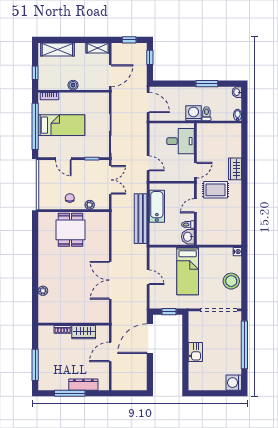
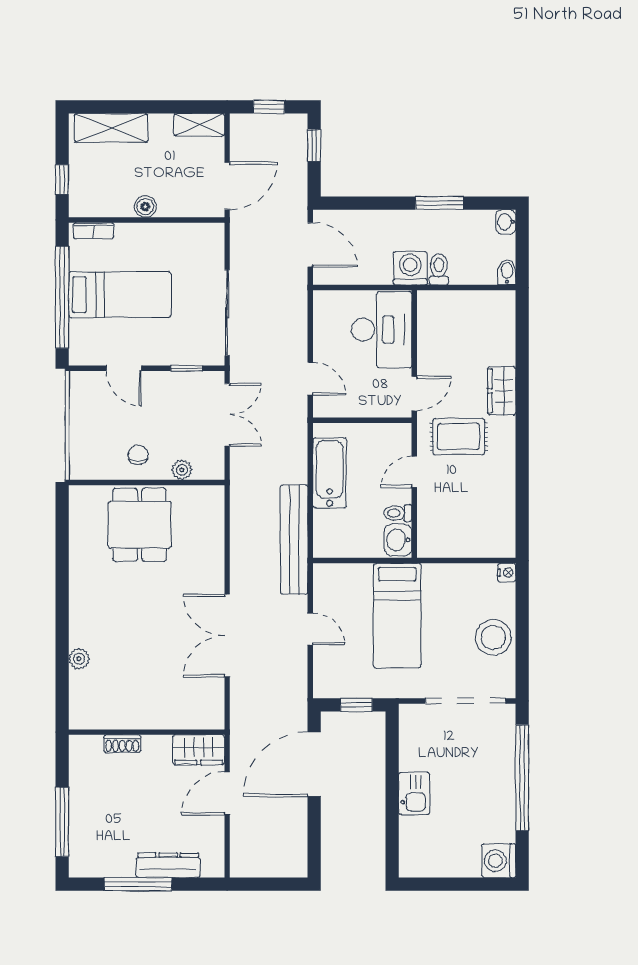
desk: (180, 141) -> (382, 330), width x1.37
bench: (141, 219) -> (294, 539), moved
wardrobe: (84, 332) -> (199, 750), moved

